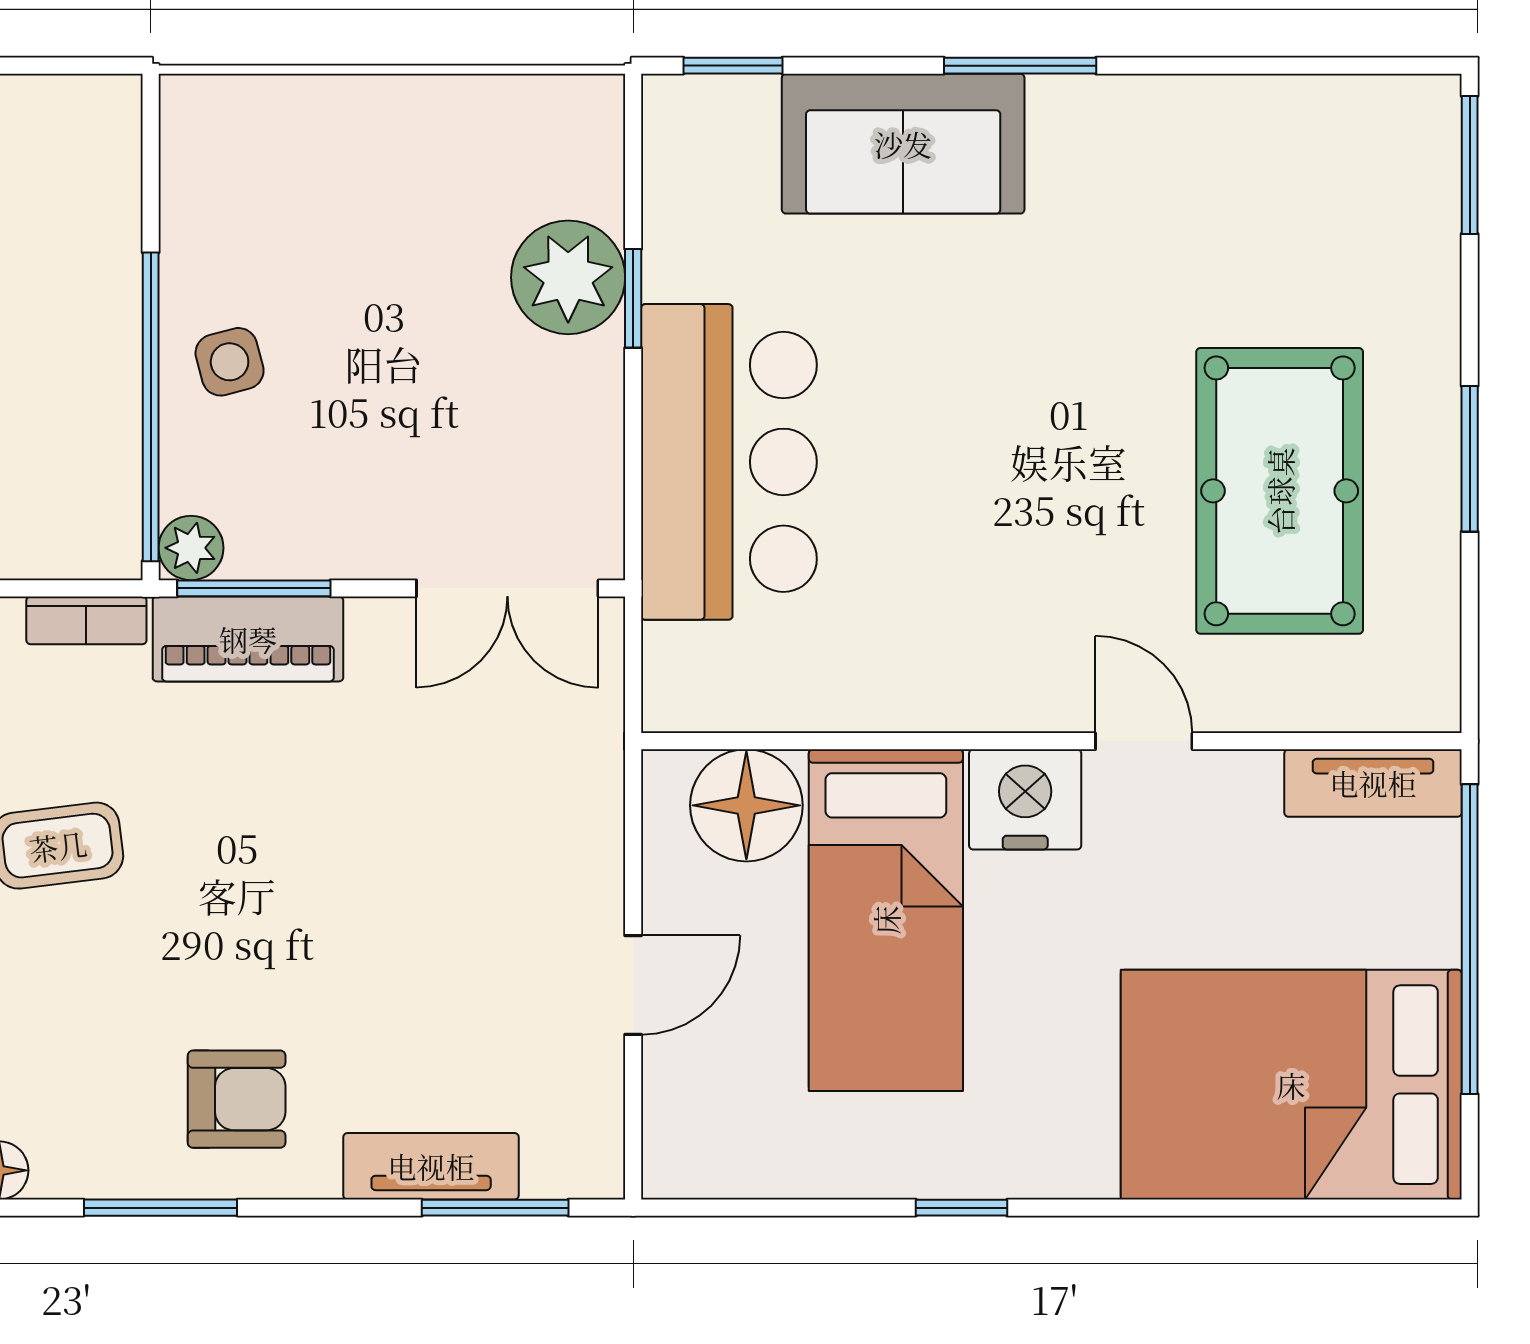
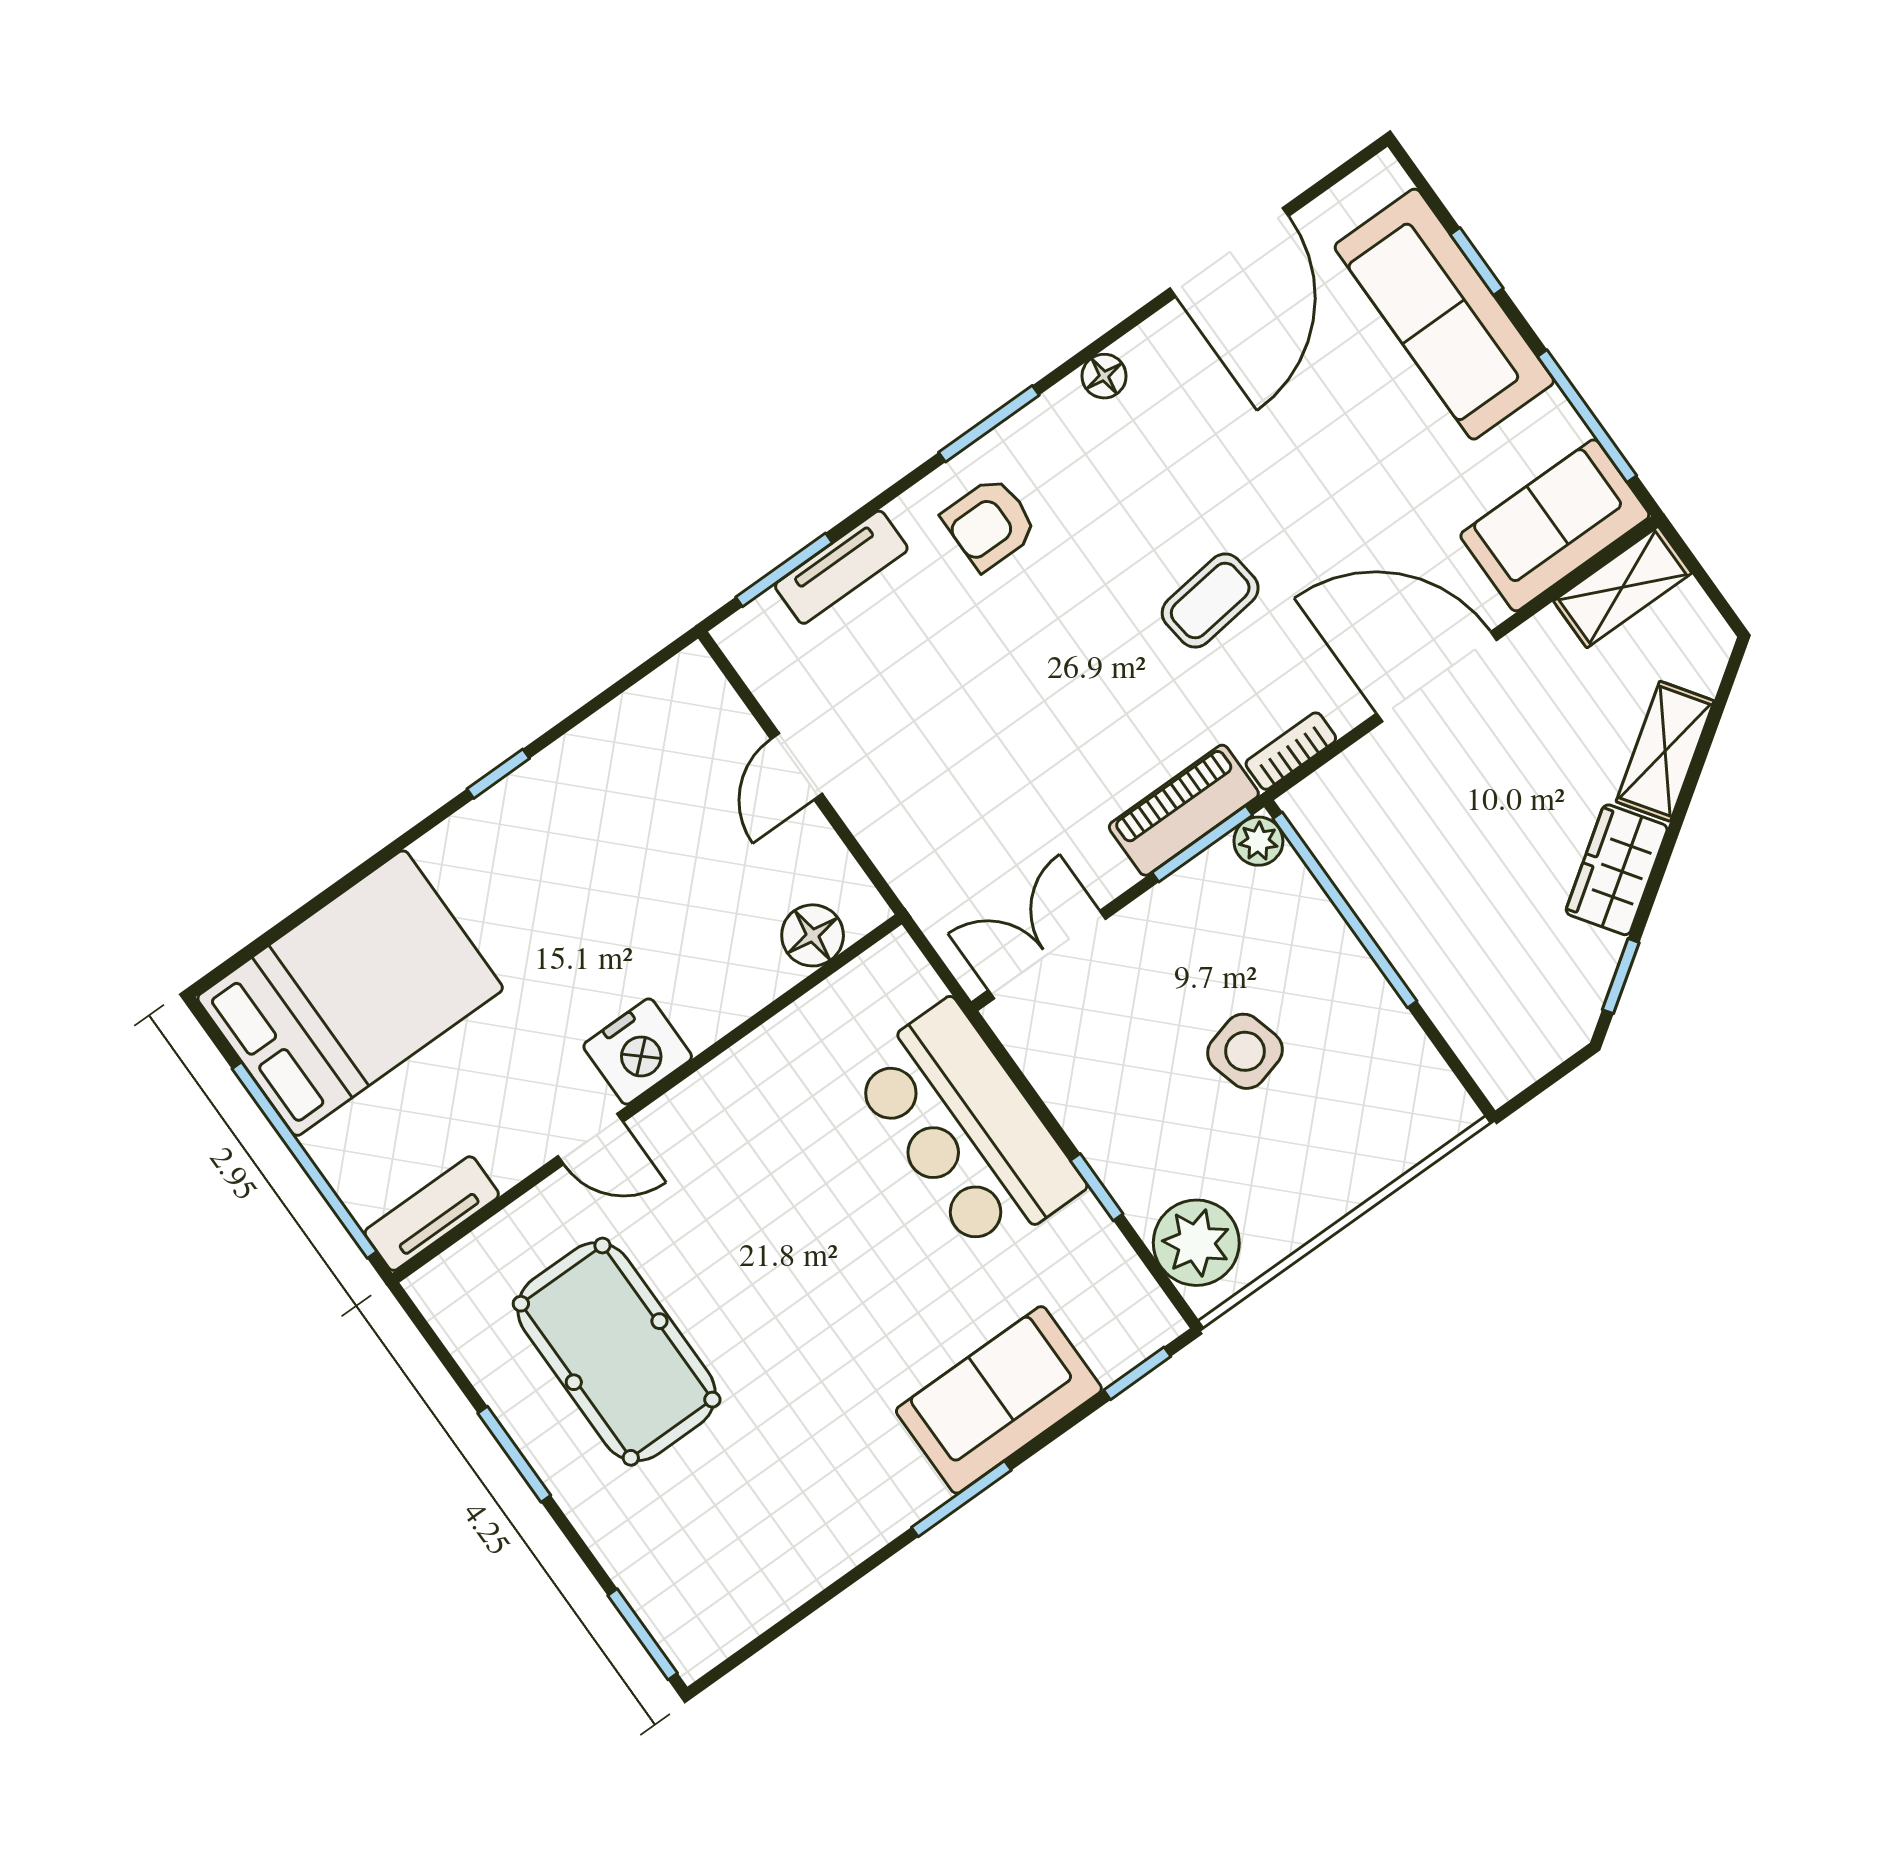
plant: (568, 277) -> (1196, 1243), moved
side table: (230, 362) -> (1245, 1051), moved, width x1.37, depth x1.37
floor lamp: (746, 805) -> (813, 935), width x0.73, depth x0.73
bed: (886, 920) -> (670, 917), removed

